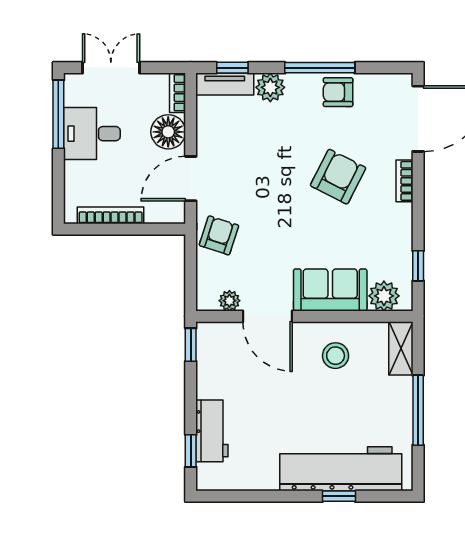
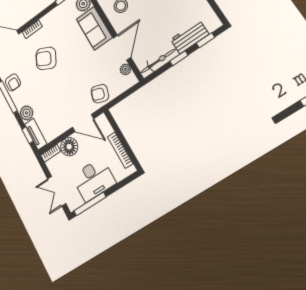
desk: (92, 134) -> (94, 180), width x1.37
window: (191, 345) -> (179, 58), moved
bicycle: (208, 360) -> (158, 61), added

